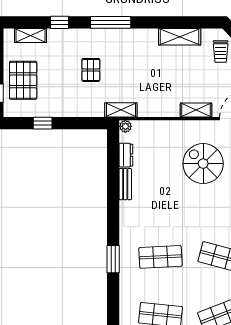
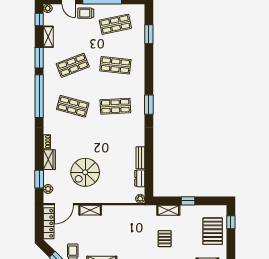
shelving: (121, 110) -> (168, 210), moved
window: (43, 123) -> (188, 201), moved
spiral stairs: (203, 164) -> (85, 172), turned 90

